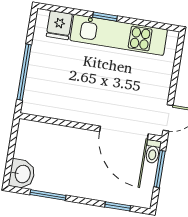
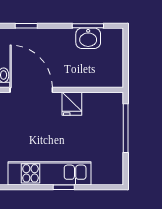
fridge: (59, 25) -> (72, 104), moved, turned 180
washbasin: (22, 174) -> (88, 38), moved, turned -90

